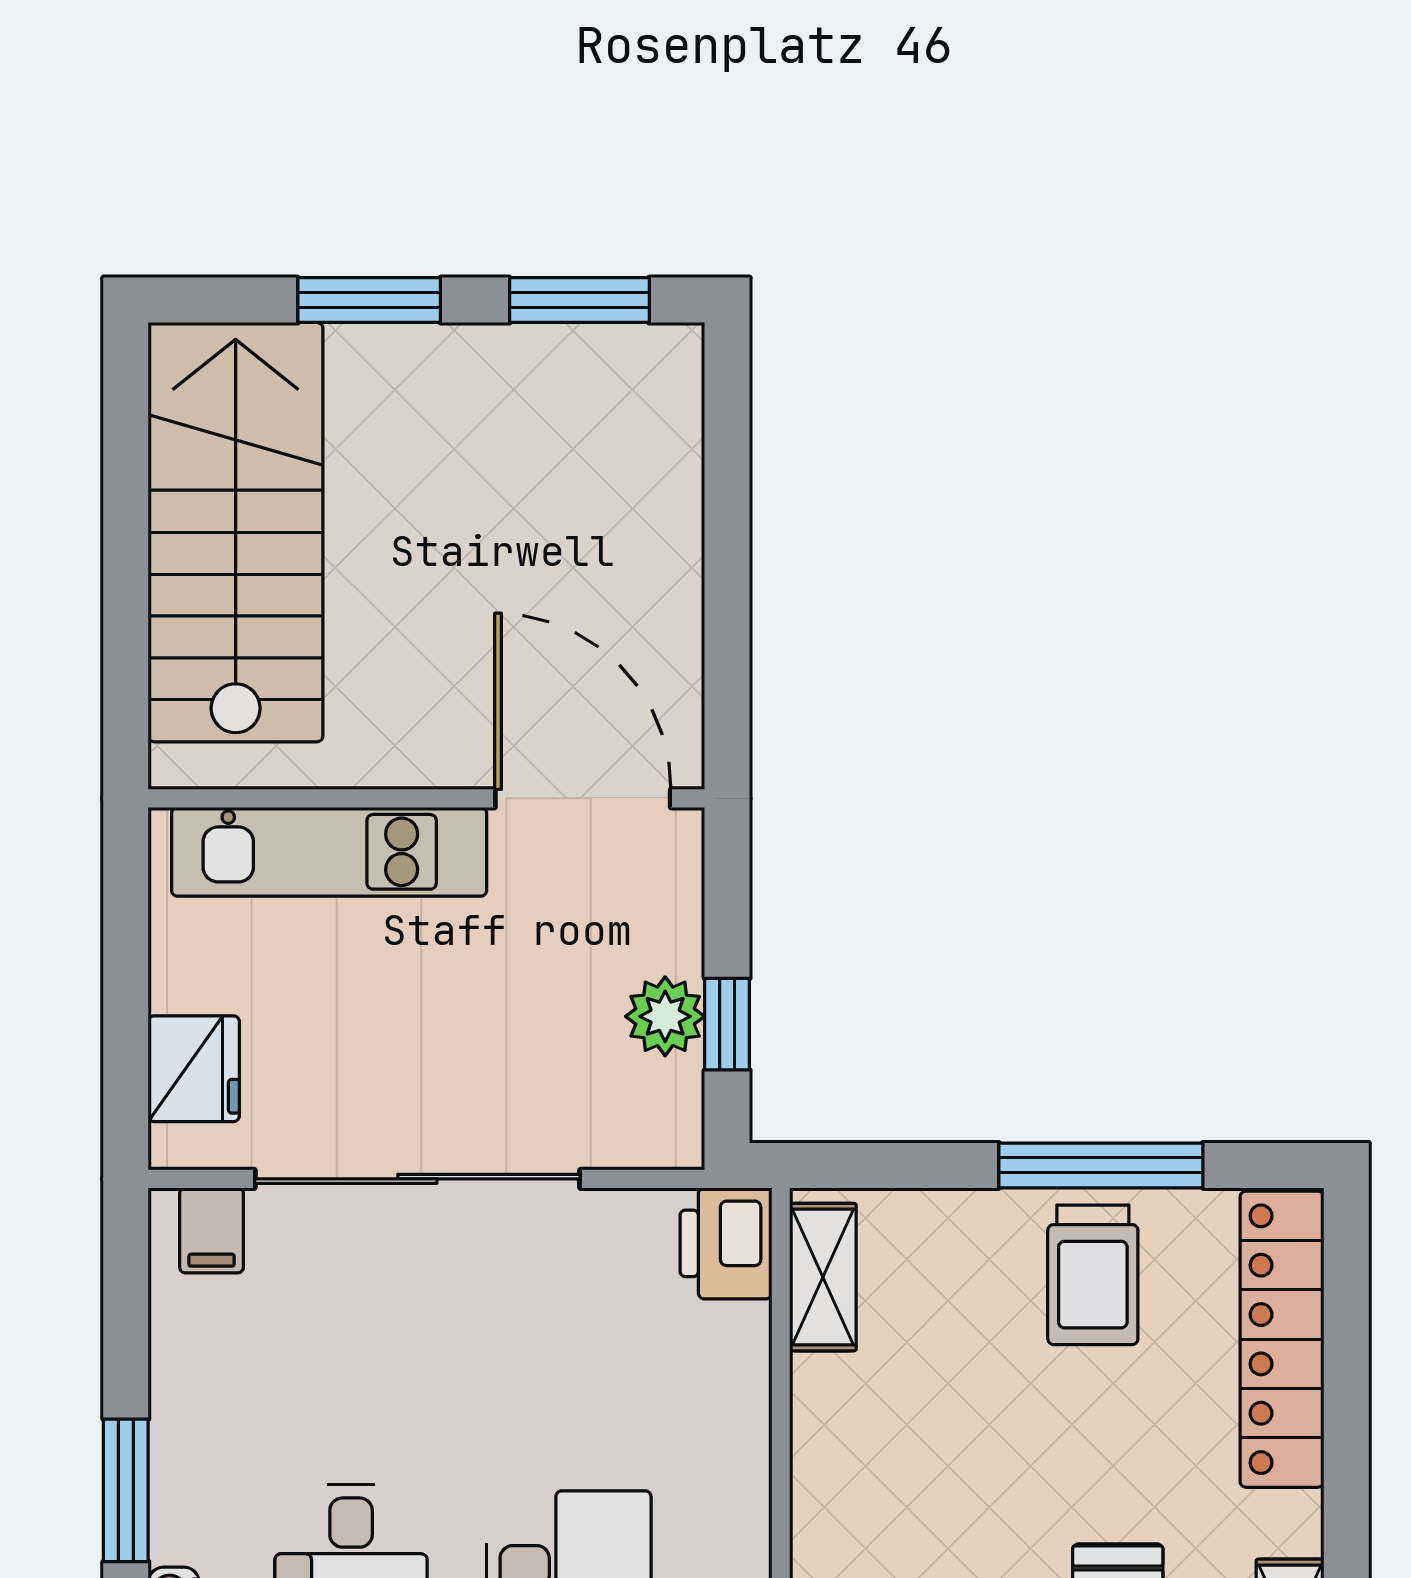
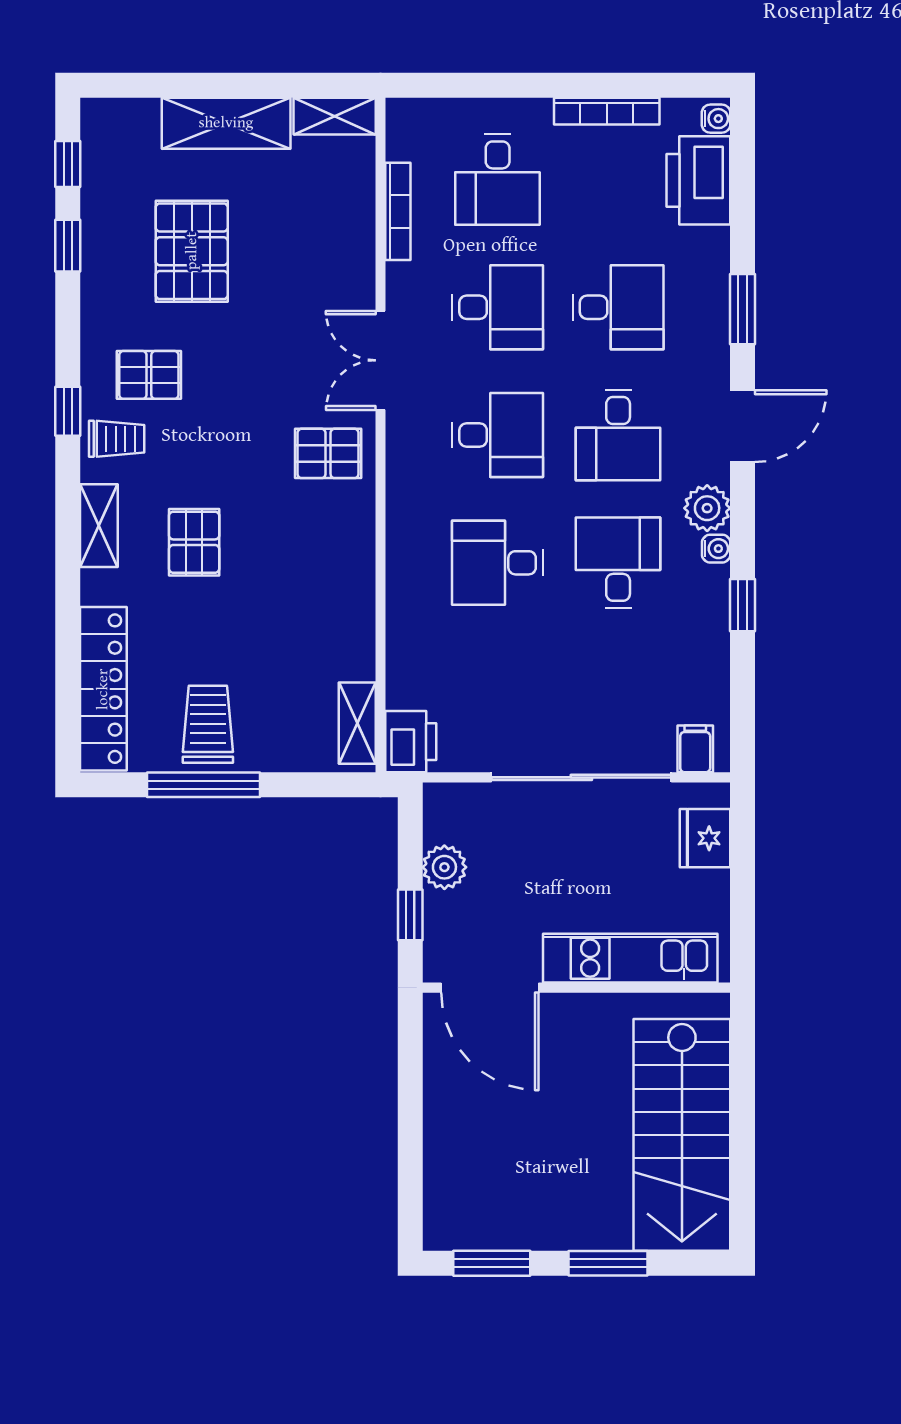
window: (727, 1024) -> (410, 915), moved
window: (126, 1490) -> (743, 605), width x0.67

